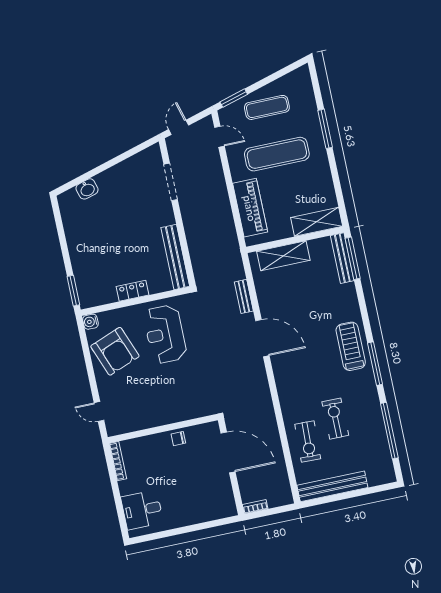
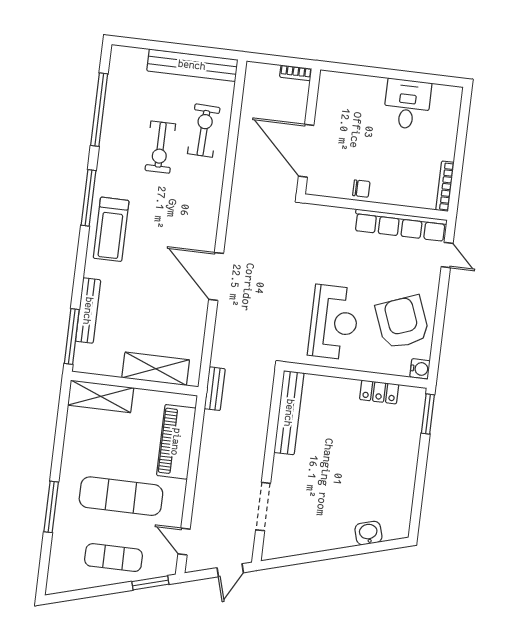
bench: (342, 258) -> (88, 311), moved
locker: (132, 291) -> (379, 392), moved
bench: (244, 296) -> (215, 389), moved
row of seats: (141, 422) -> (400, 225), added
desk: (142, 510) -> (407, 104), moved, turned -90

